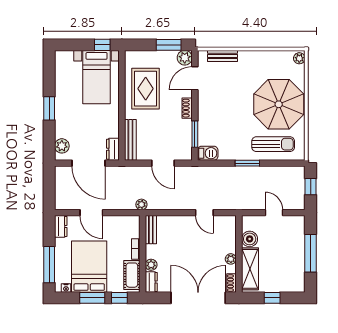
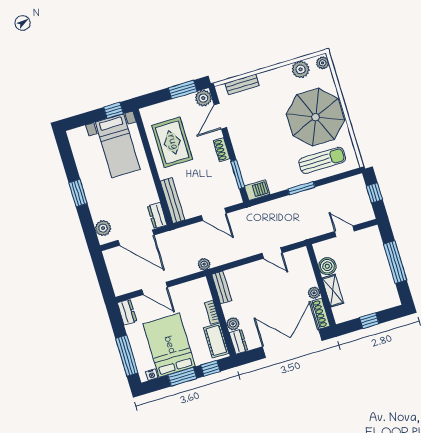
plant: (278, 58) -> (301, 69), added
shelving: (250, 269) -> (333, 291), width x0.67, depth x0.75
shoe rack: (232, 283) -> (321, 313), width x1.43

